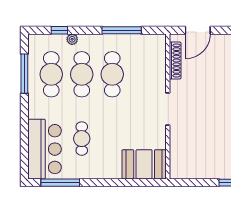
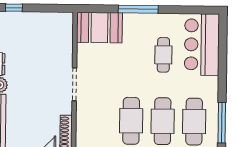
window: (60, 183) -> (138, 9), moved

